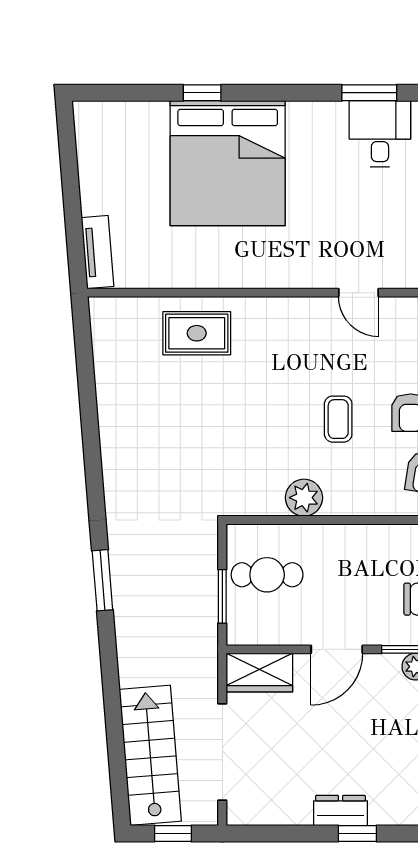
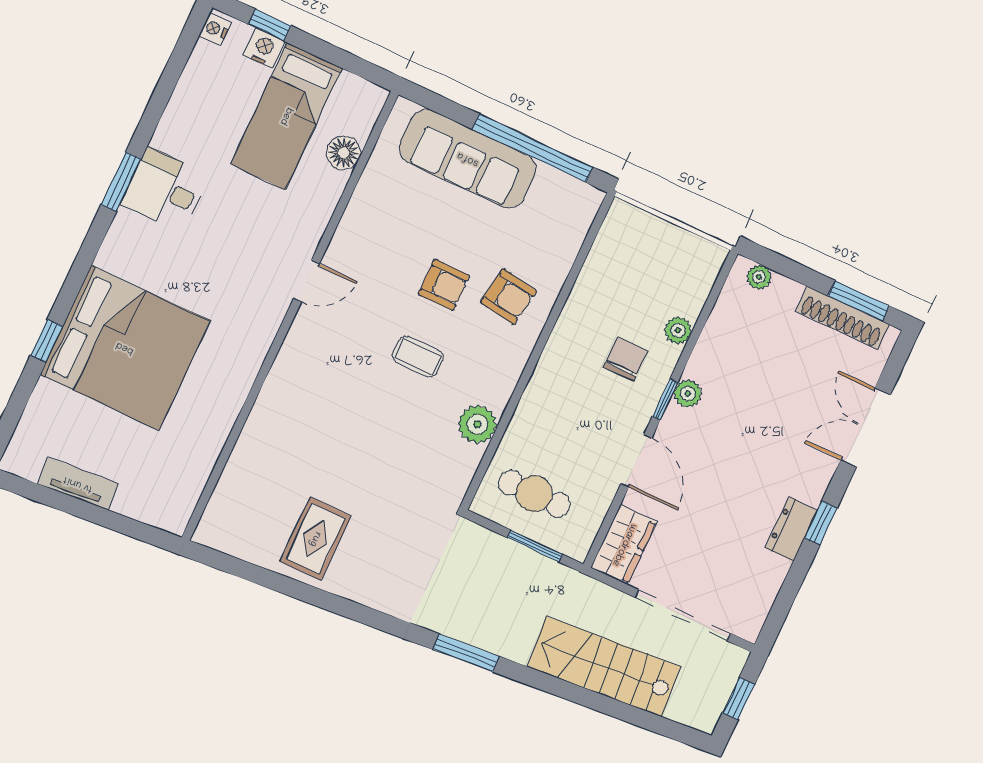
tv unit: (98, 252) -> (78, 484), moved
rug: (197, 333) -> (315, 539), moved
cafe table: (267, 575) -> (534, 494), turned 90
stairs: (150, 755) -> (604, 667), moved

